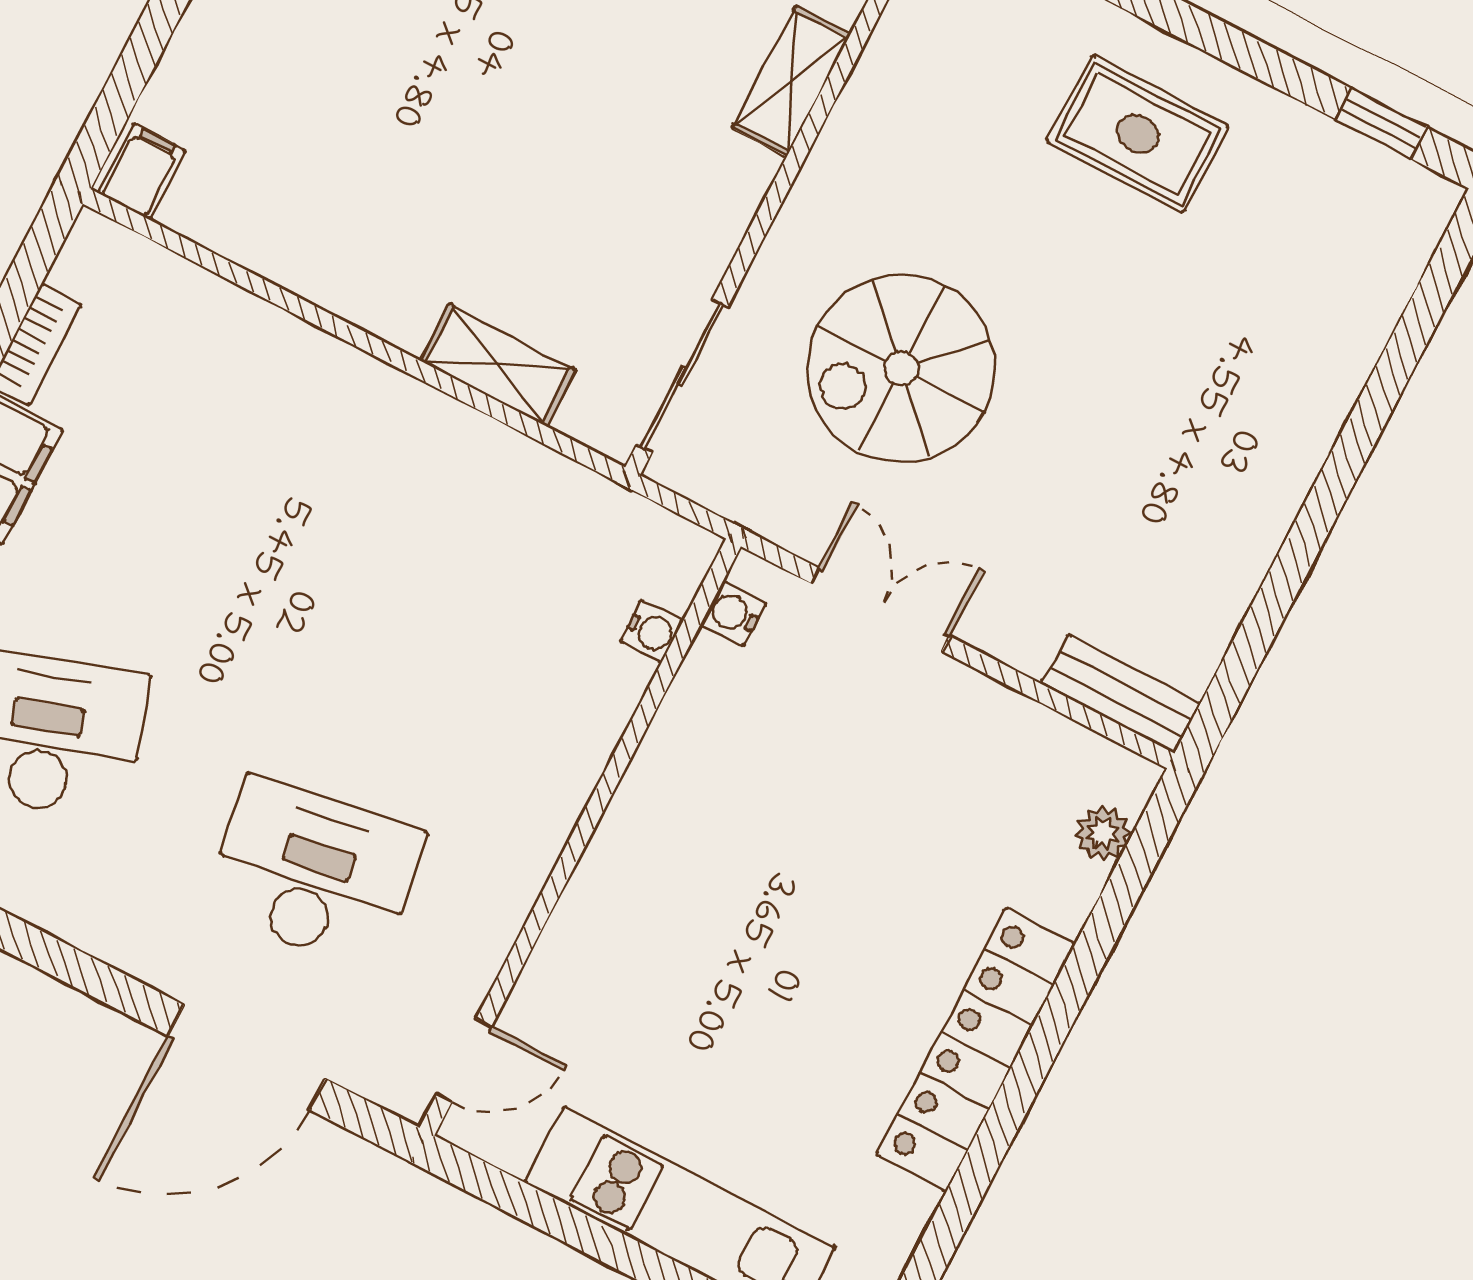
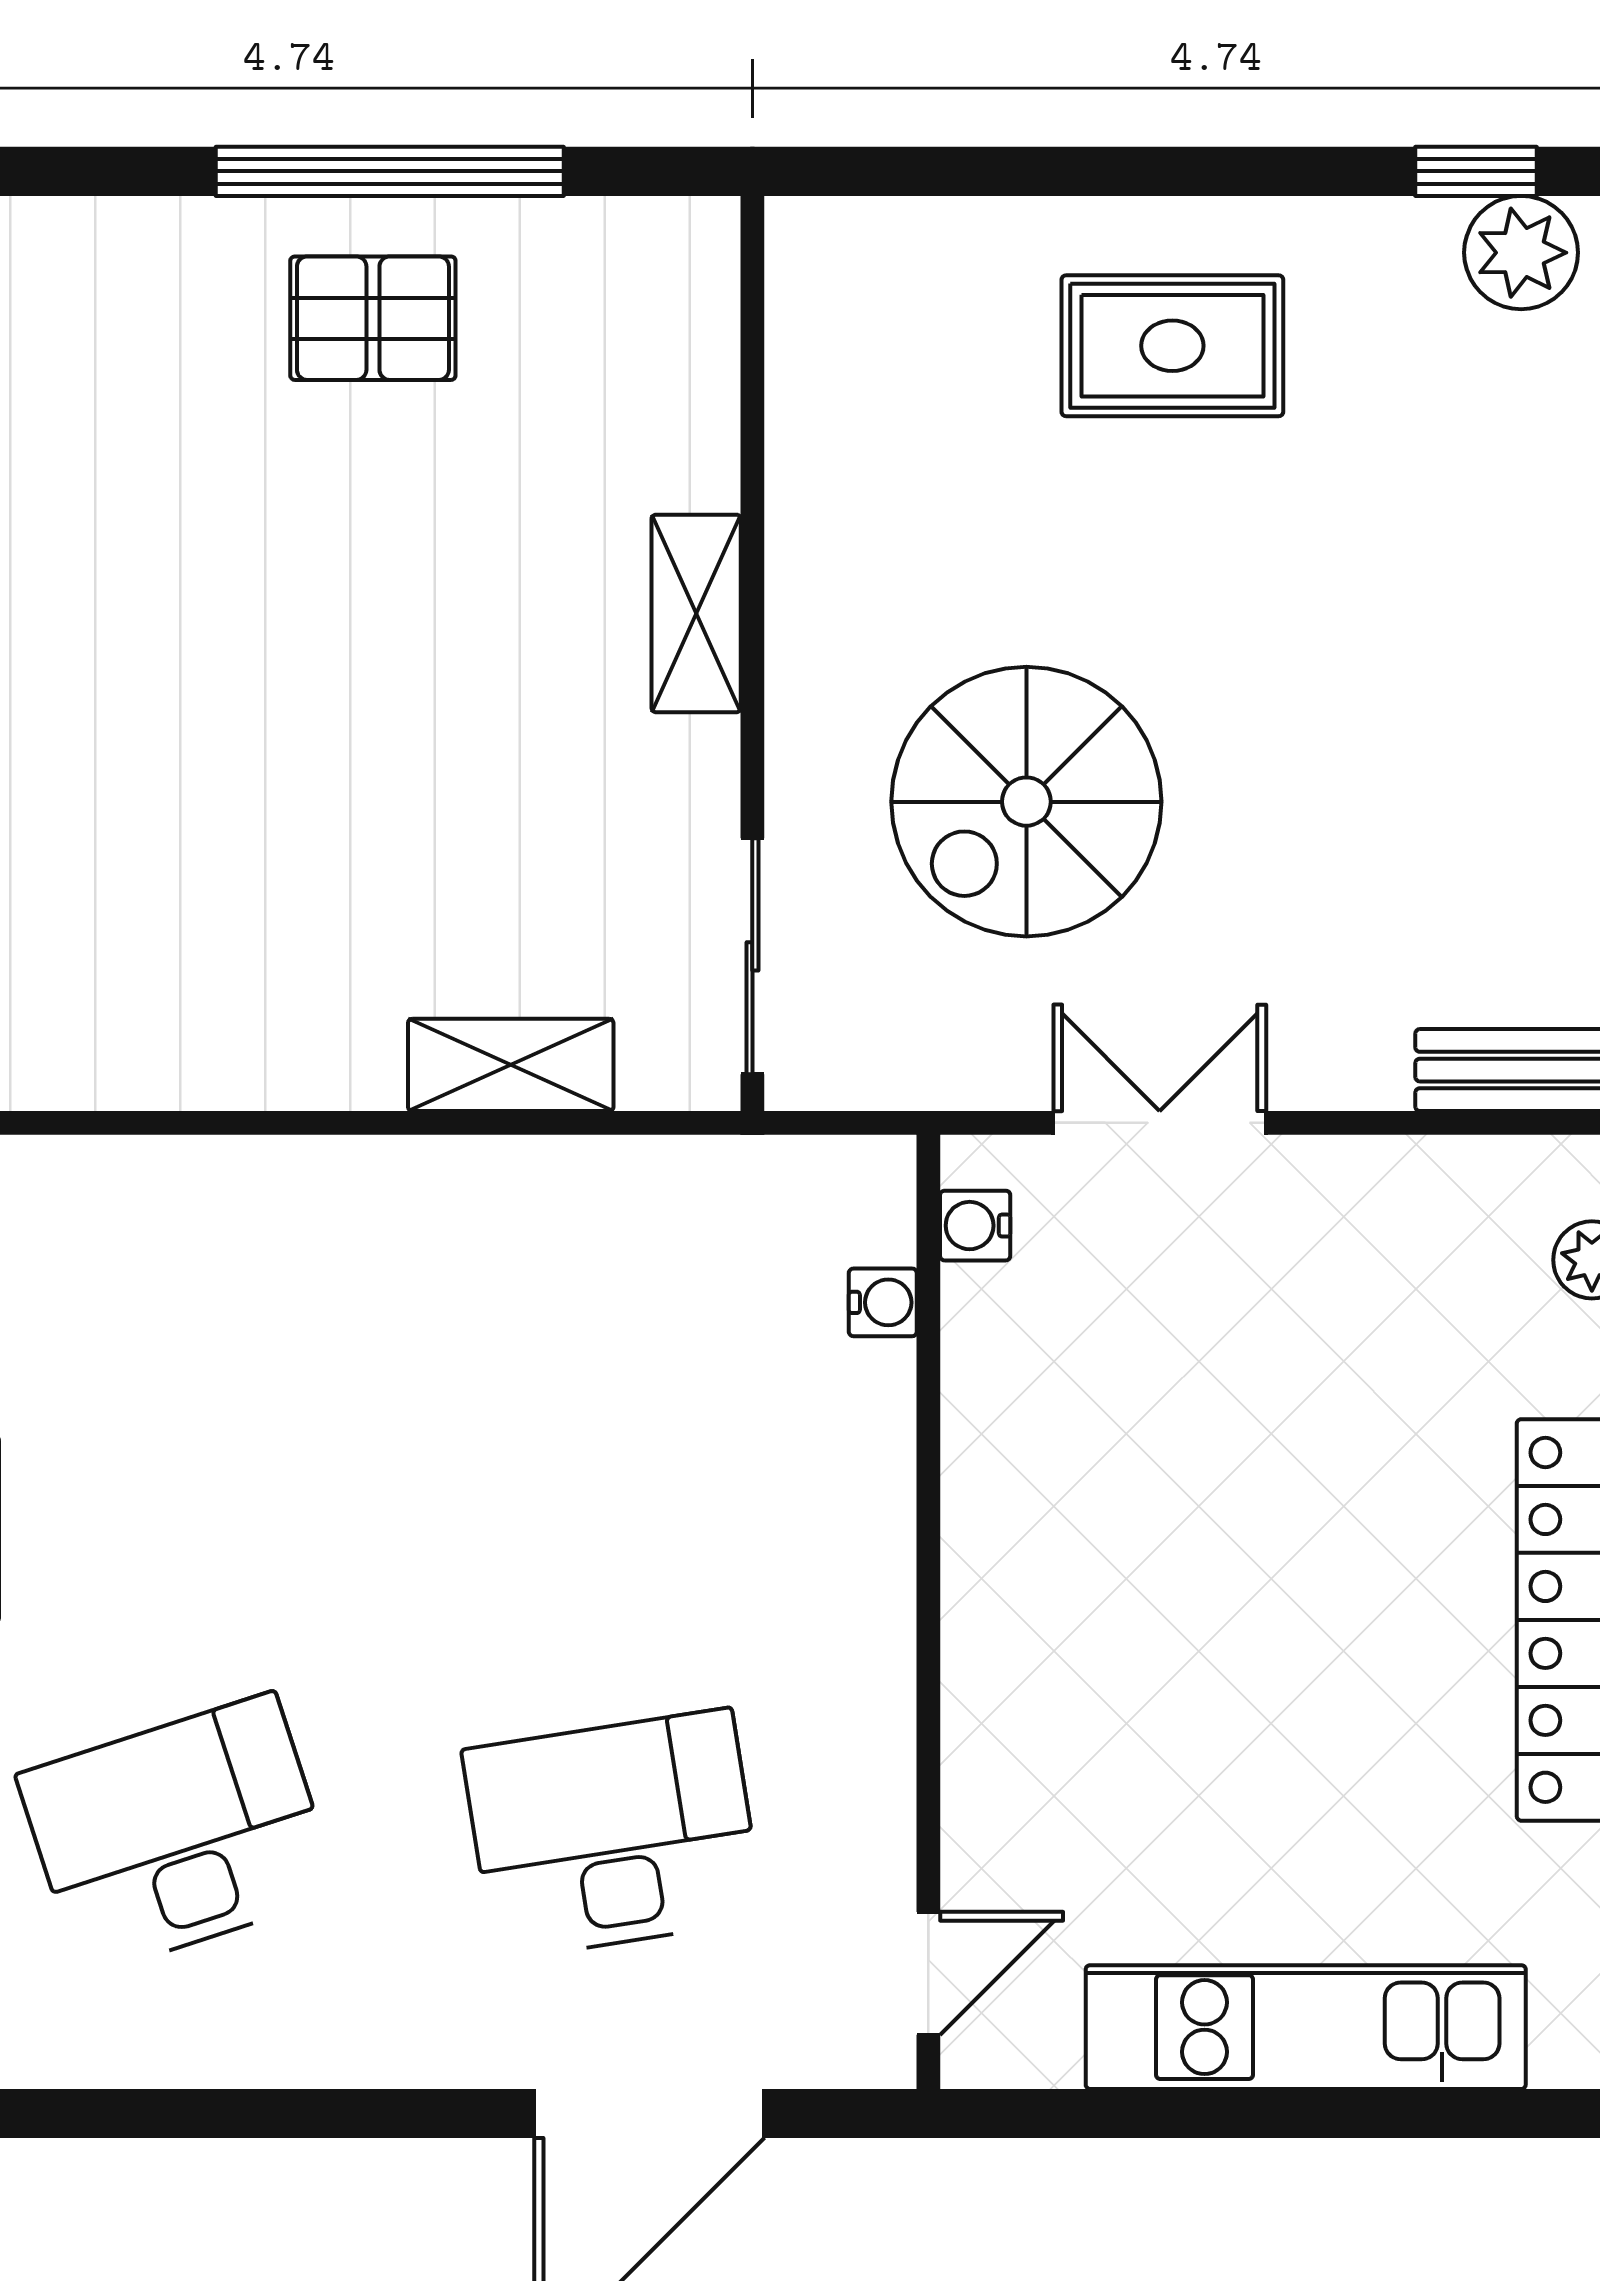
shelving: (791, 81) -> (696, 613), moved
plant: (1383, 188) -> (1521, 253), added

